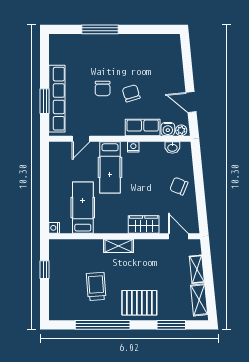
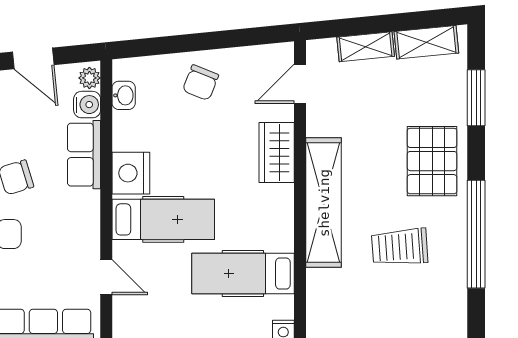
door: (191, 102) -> (33, 58), hinge flipped
nightstand: (133, 147) -> (131, 173), width x1.89, depth x1.79
shelving: (119, 246) -> (324, 203), width x2.20, depth x1.33

